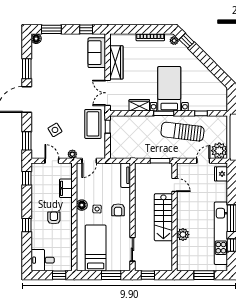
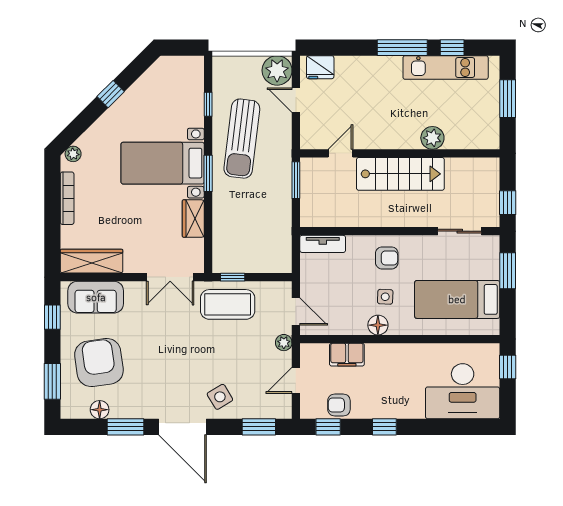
floor lamp: (36, 39) -> (100, 410), moved
window: (187, 41) -> (111, 94), moved
armchair: (62, 54) -> (99, 363), added
wardrobe: (116, 62) -> (92, 261), moved
side table: (55, 130) -> (220, 397), moved
armchair: (54, 218) -> (339, 405), moved
window: (27, 225) -> (384, 427), moved
kitchen unit: (221, 233) -> (446, 68), width x0.73
desk: (43, 260) -> (463, 391), width x1.87, depth x1.30

